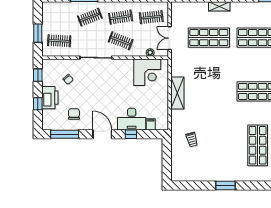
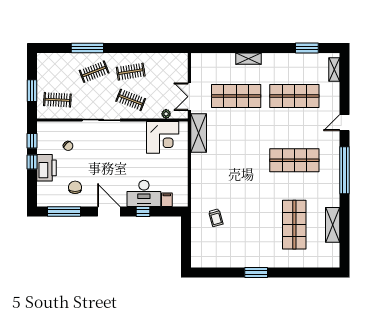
clothes rail: (151, 17) -> (167, 72), removed
shelving: (177, 93) -> (199, 133), moved
window: (38, 104) -> (32, 162), moved

